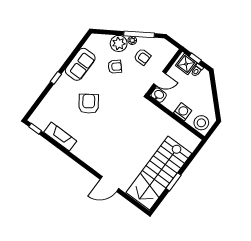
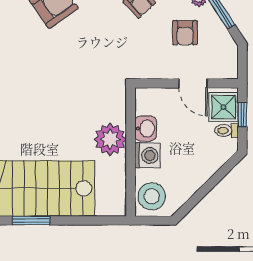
door: (160, 79) -> (193, 83), moved
washbasin: (159, 95) -> (146, 128), moved
plant: (164, 122) -> (110, 139), added

